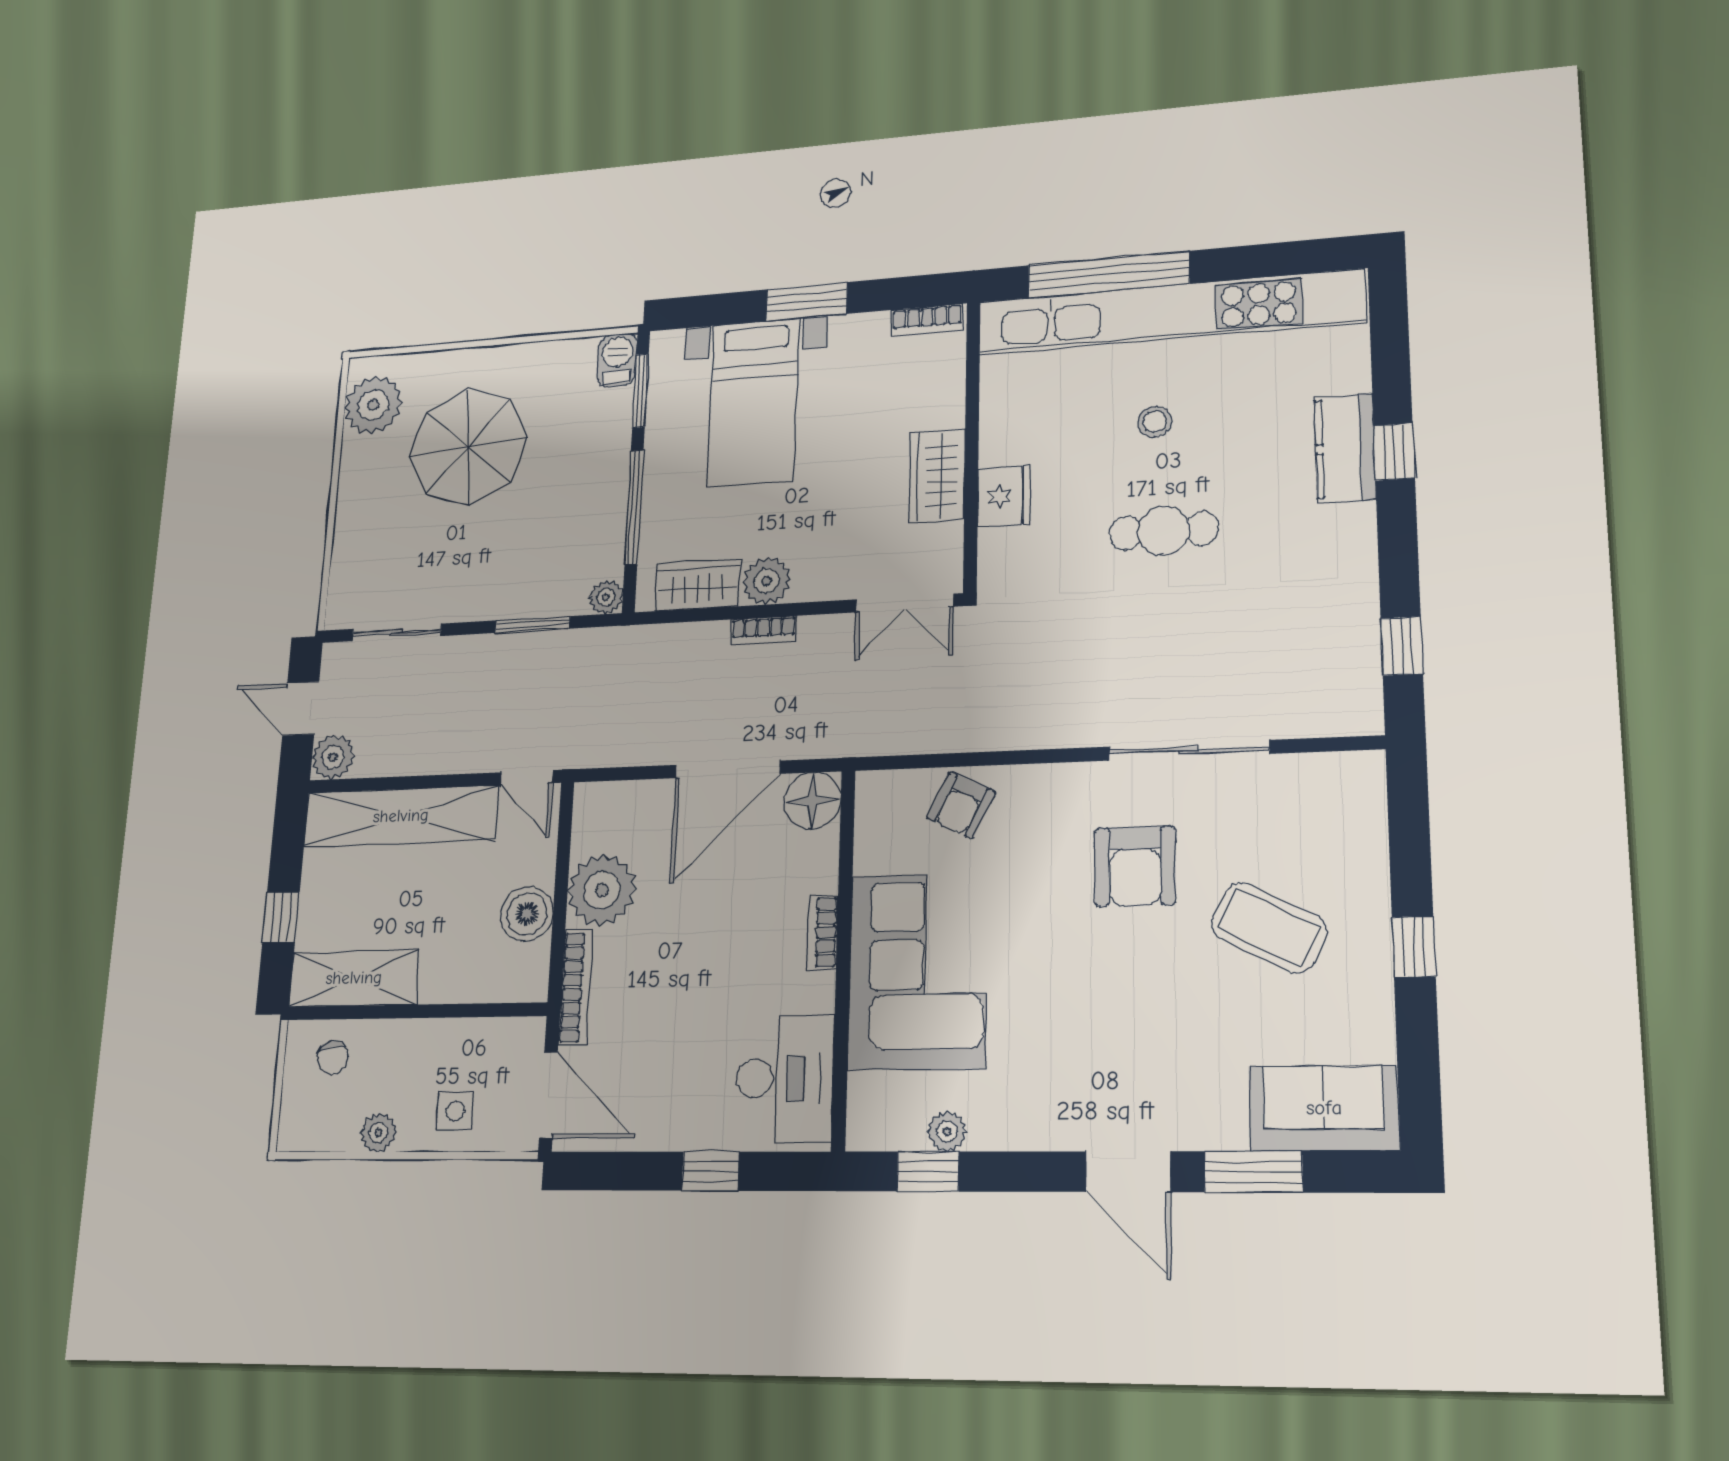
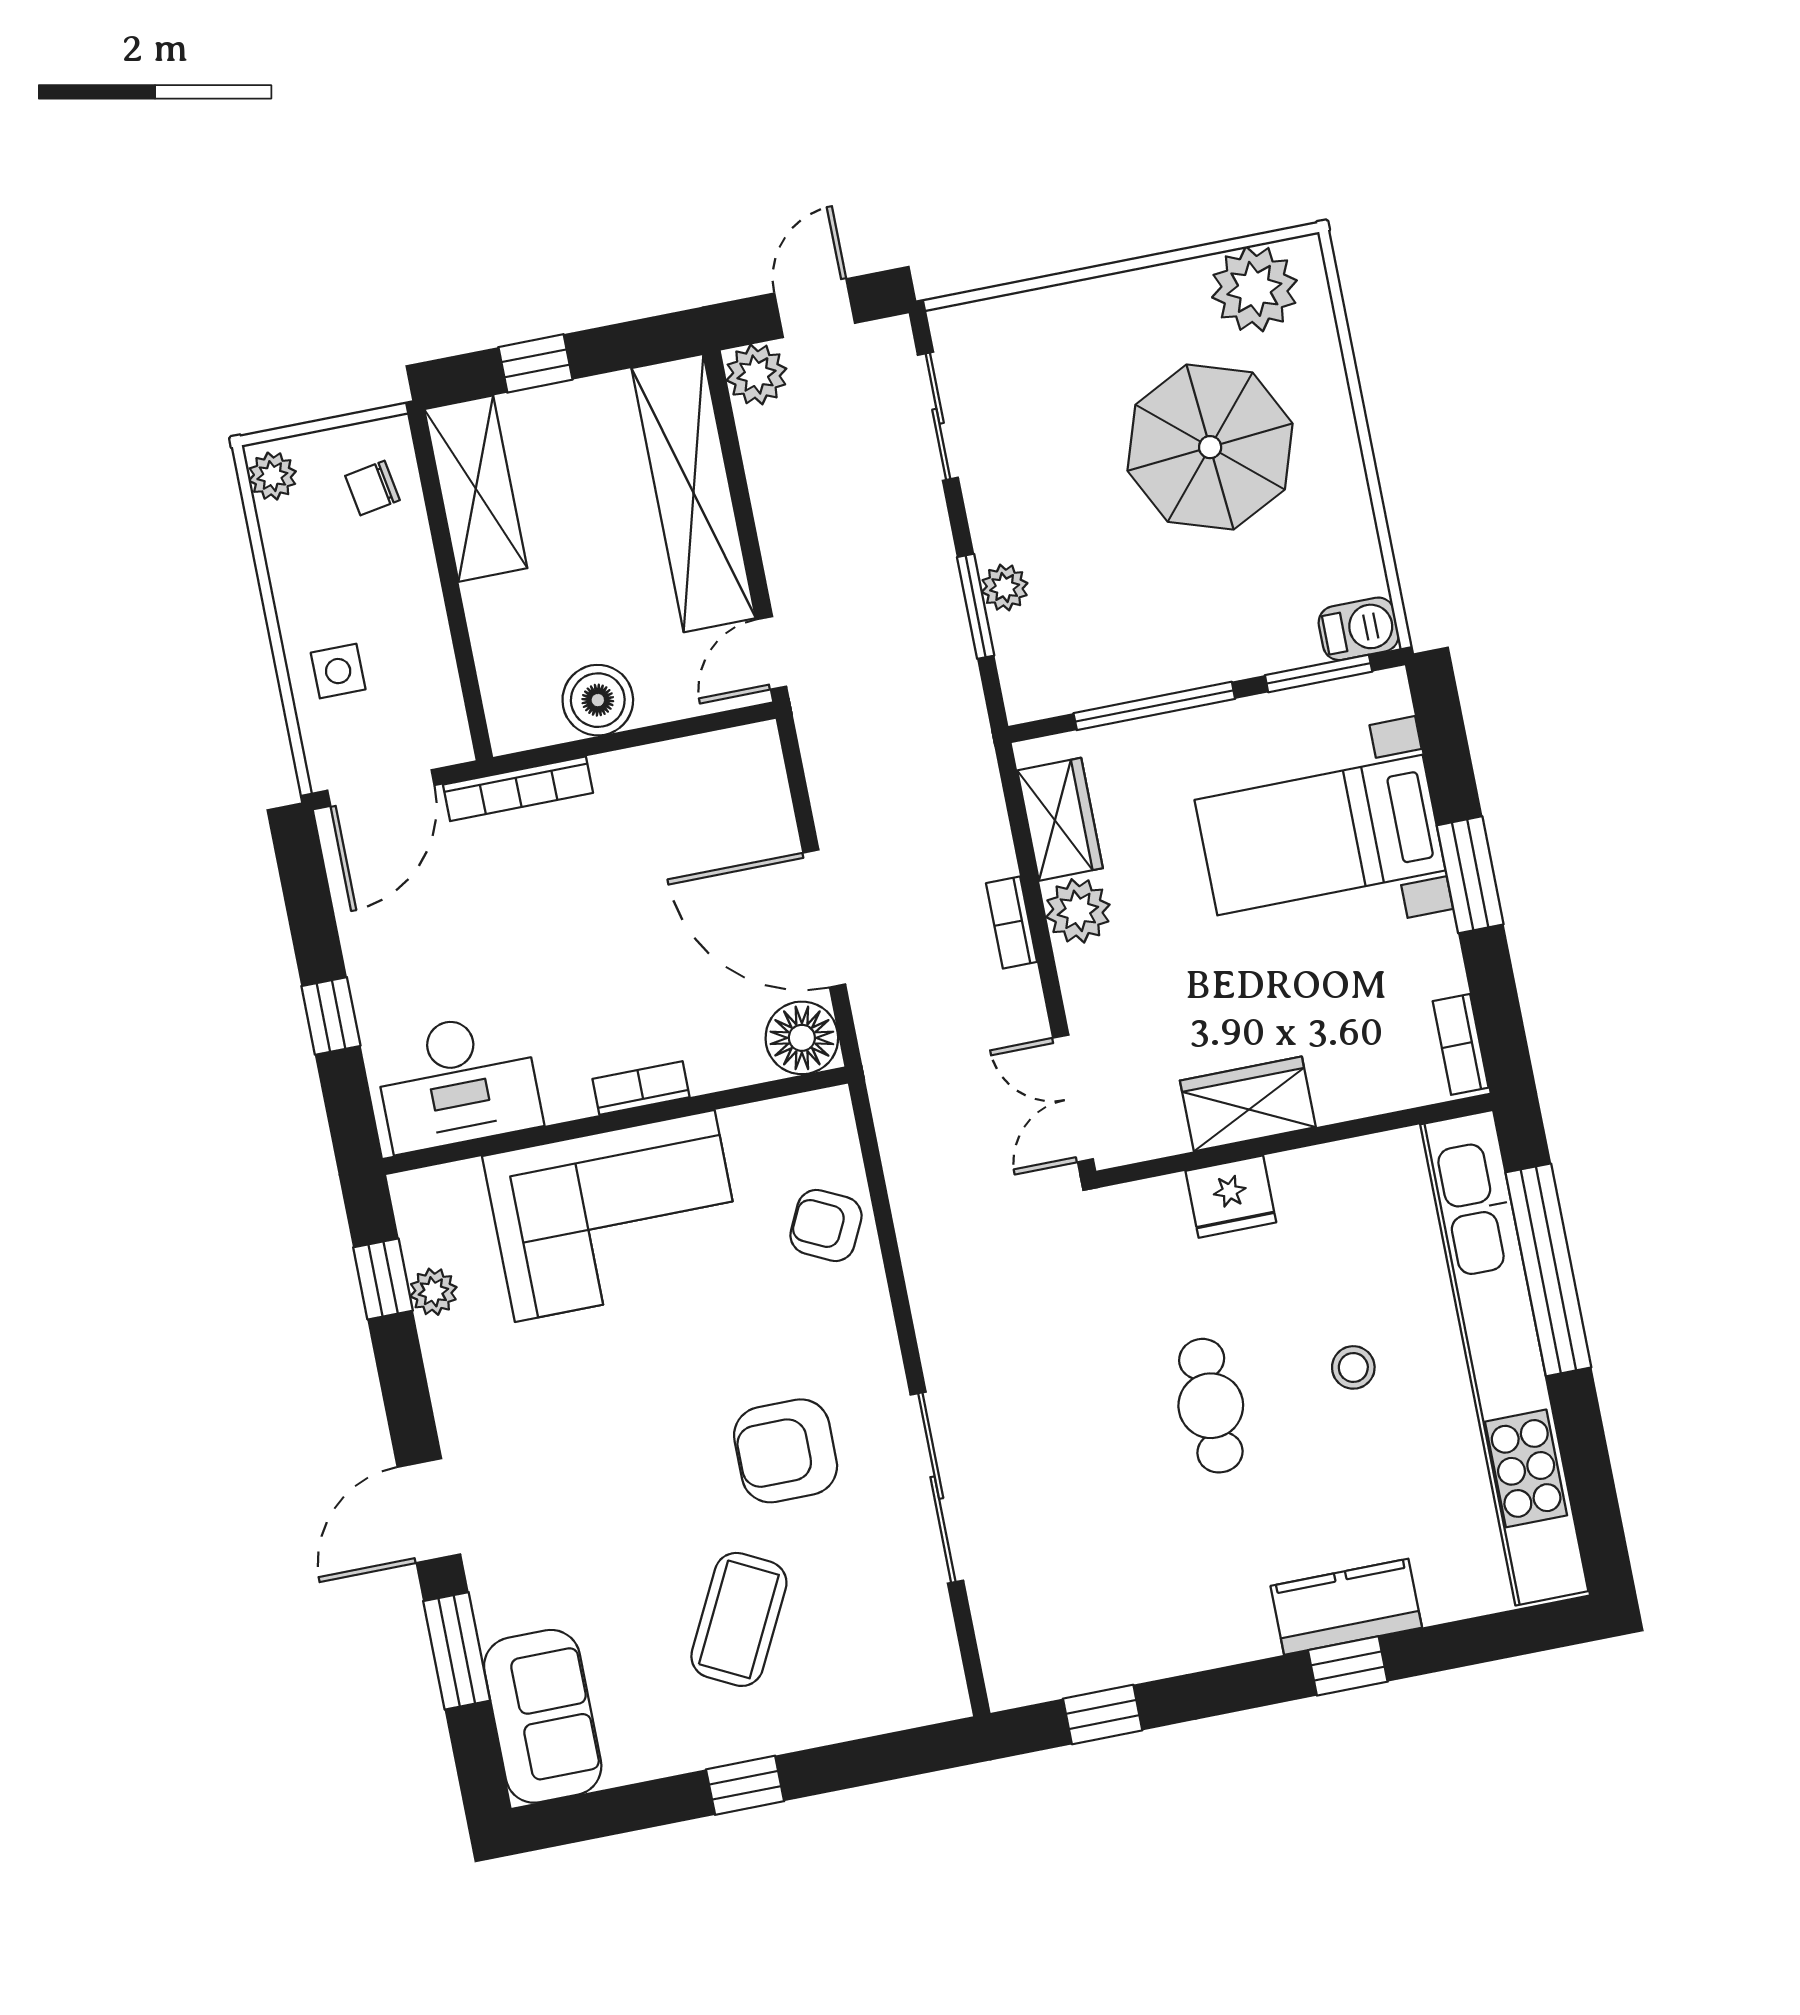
plant: (606, 597) -> (1005, 588), moved
plant: (602, 890) -> (645, 792), removed
plant: (378, 1133) -> (272, 476), moved

